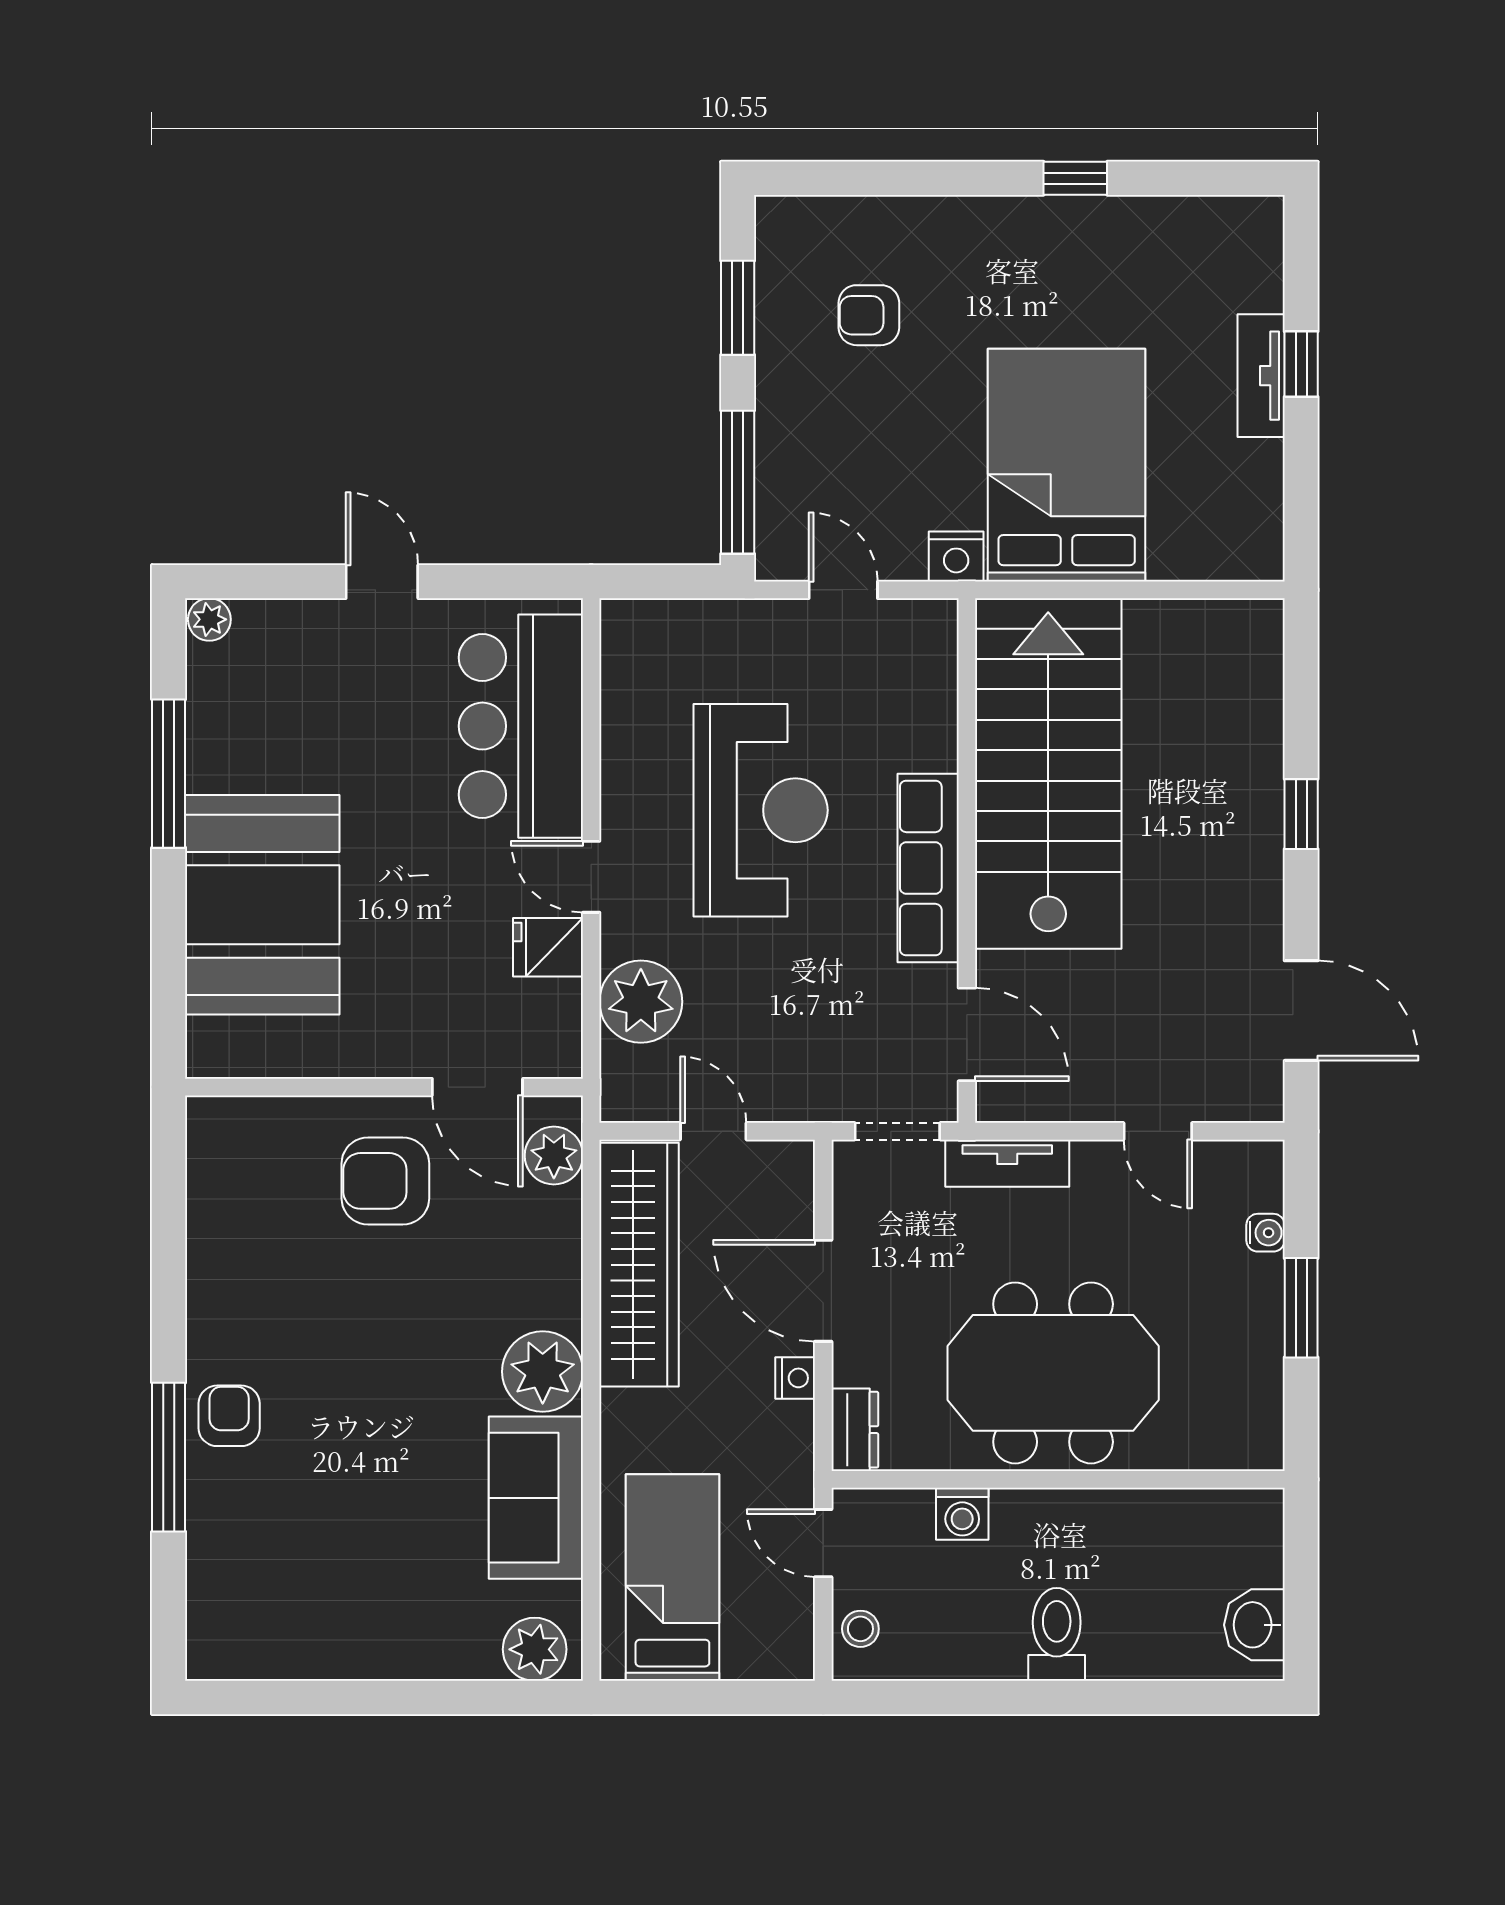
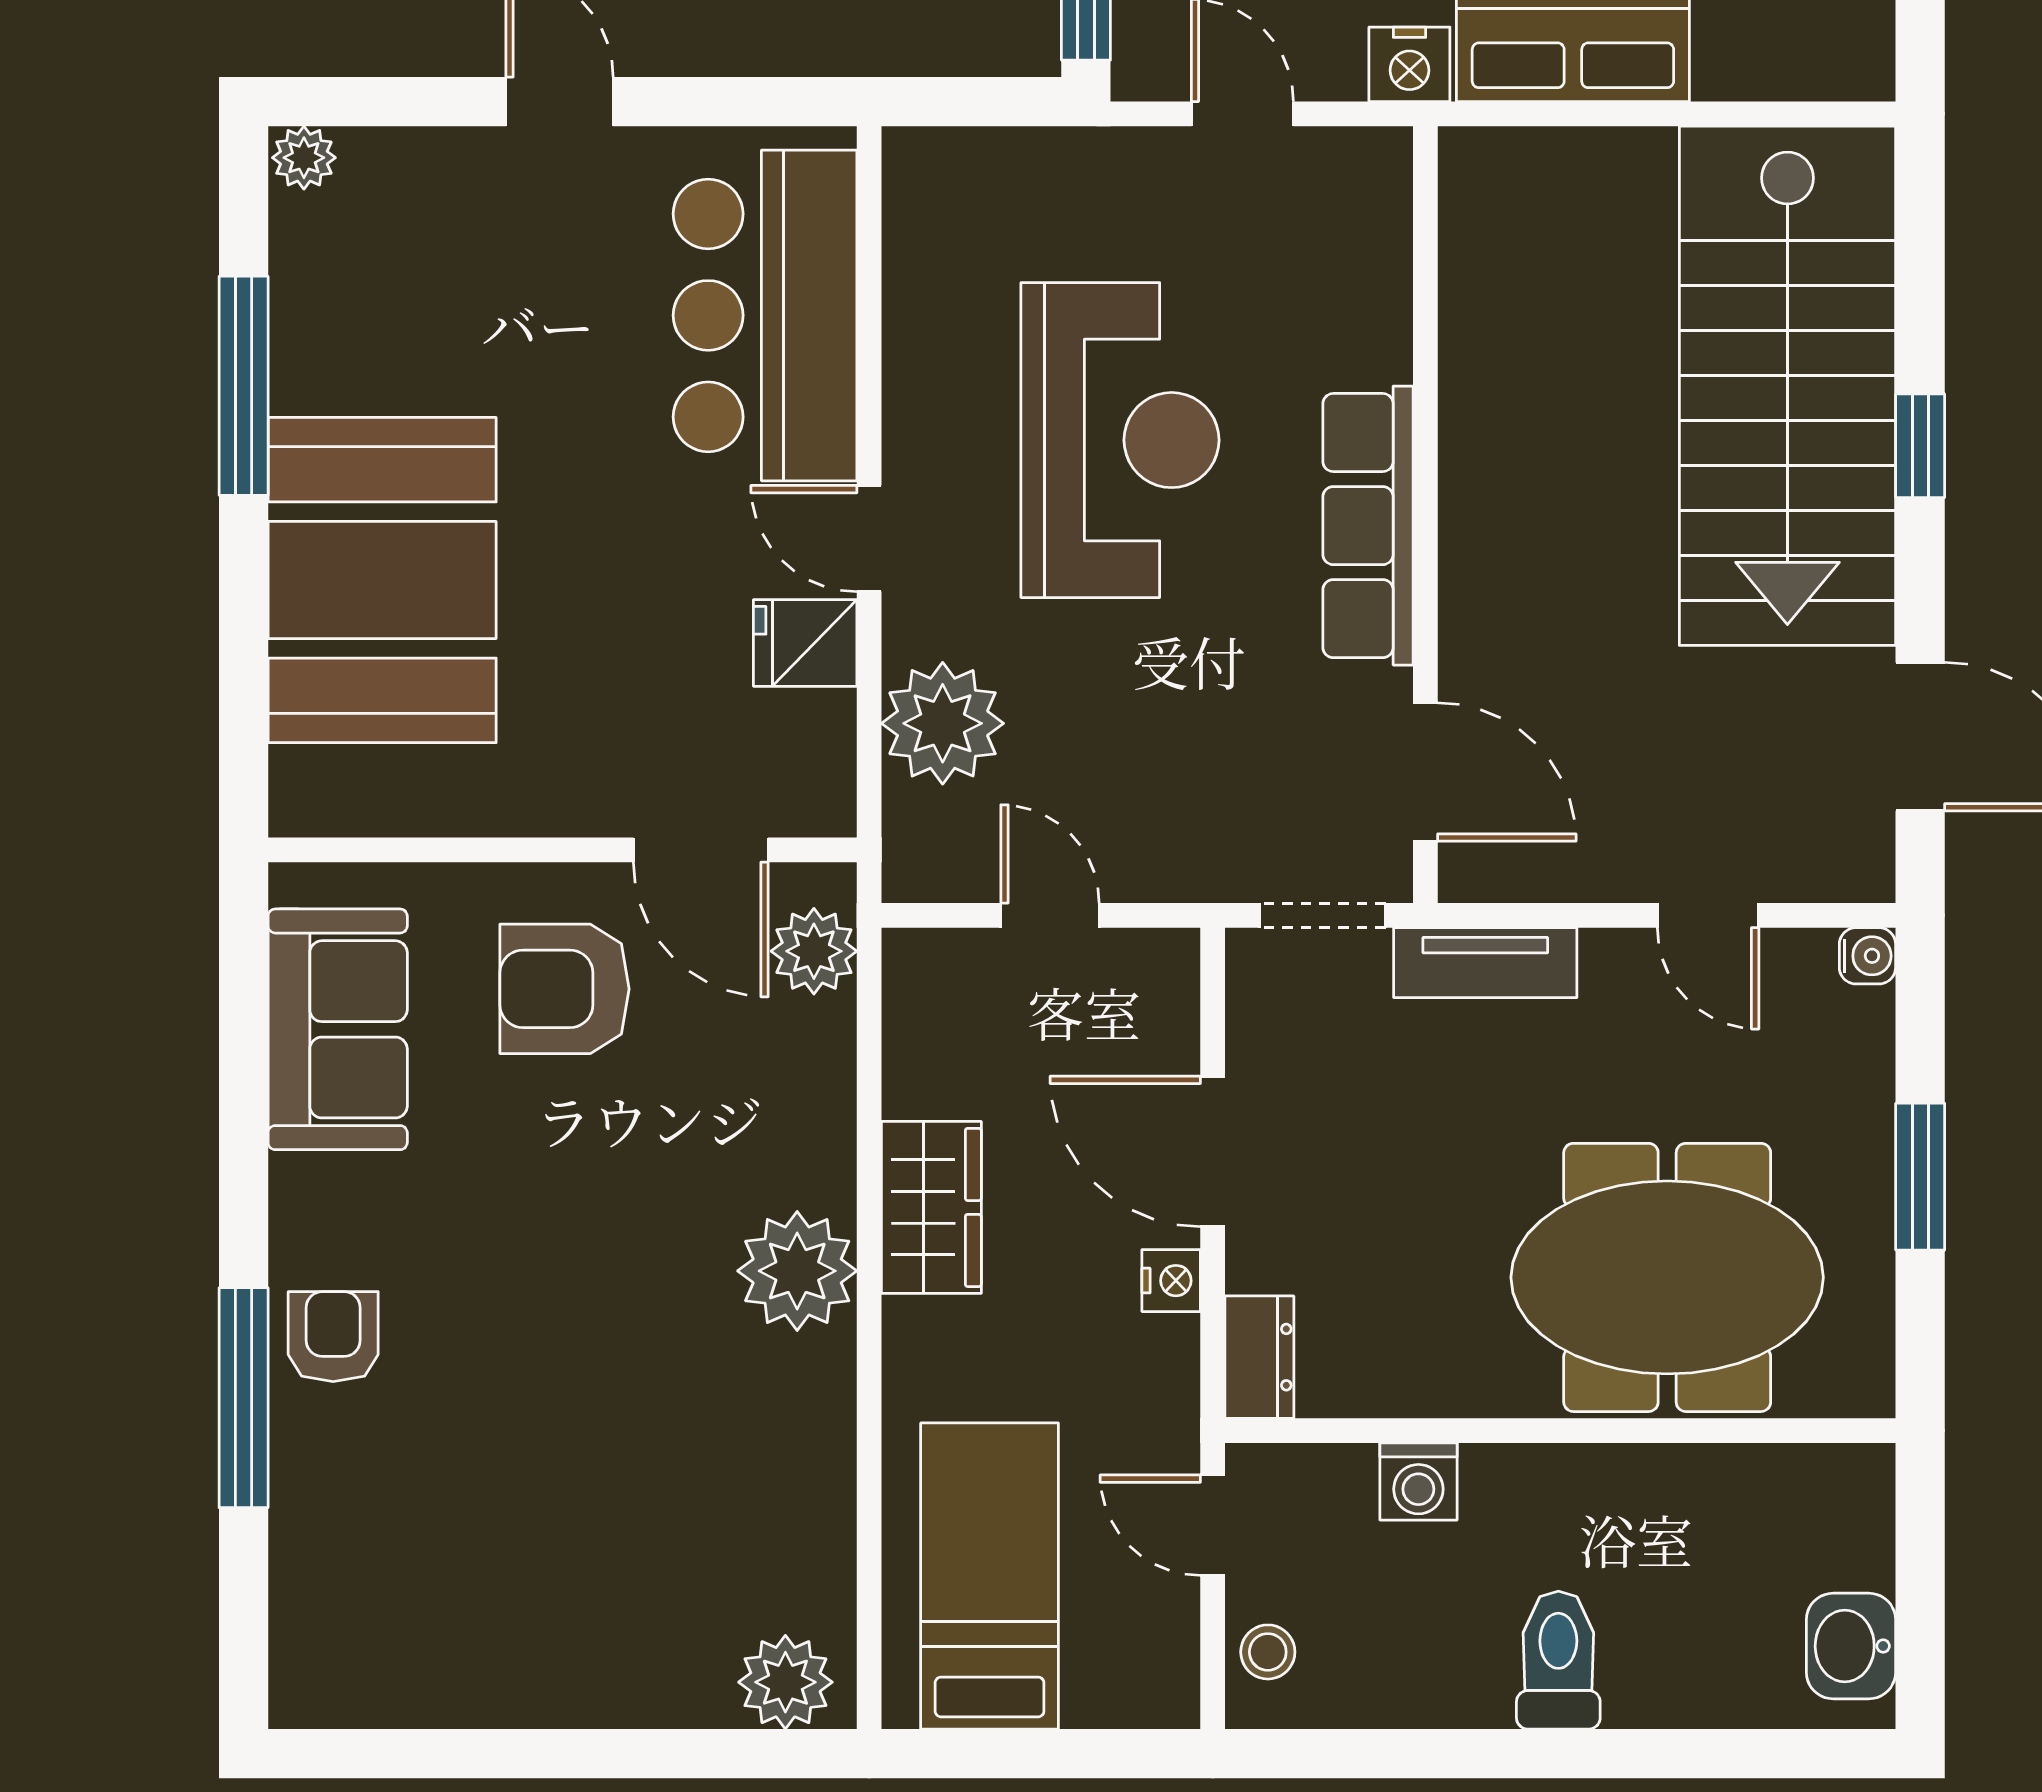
stairs: (1048, 774) -> (1787, 386), moved, turned 180
water cooler: (1266, 1233) -> (1867, 956), moved
wardrobe: (639, 1265) -> (931, 1207), width x0.48, depth x0.85
meeting table: (1053, 1373) -> (1667, 1277), moved
sofa: (536, 1498) -> (338, 1029), moved, turned 180

